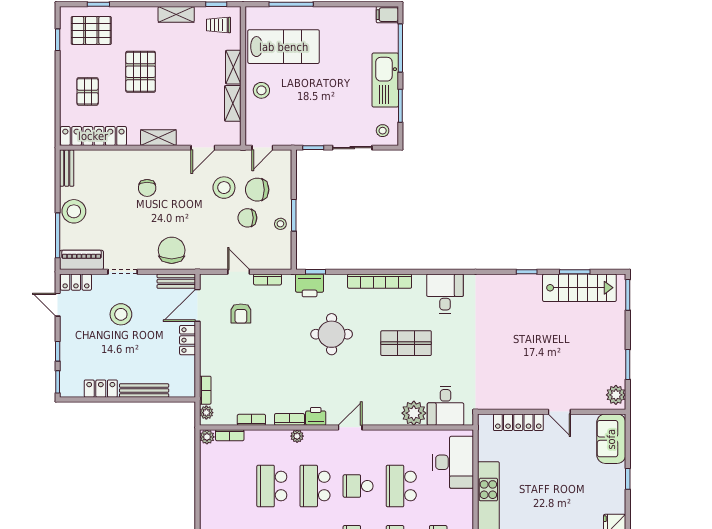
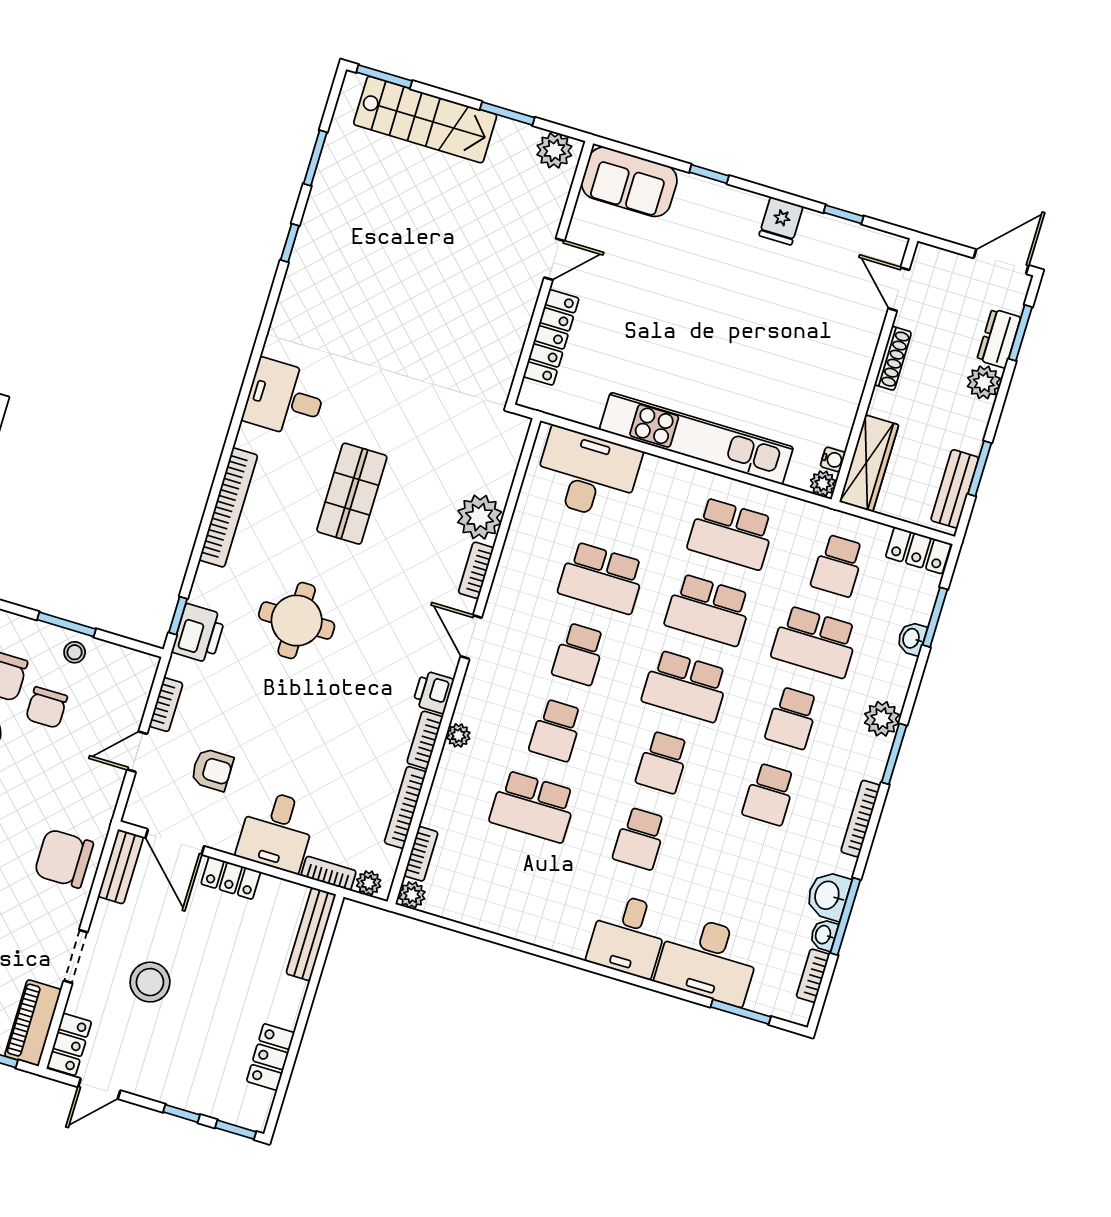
stairs: (579, 288) -> (425, 120), moved, turned 90
bench: (144, 390) -> (311, 934), moved
desk: (445, 406) -> (277, 831), moved, turned 90
bookcase: (251, 420) -> (405, 807), width x1.56
bookcase: (386, 420) -> (476, 570), added
school desk: (315, 486) -> (556, 730), width x0.54

